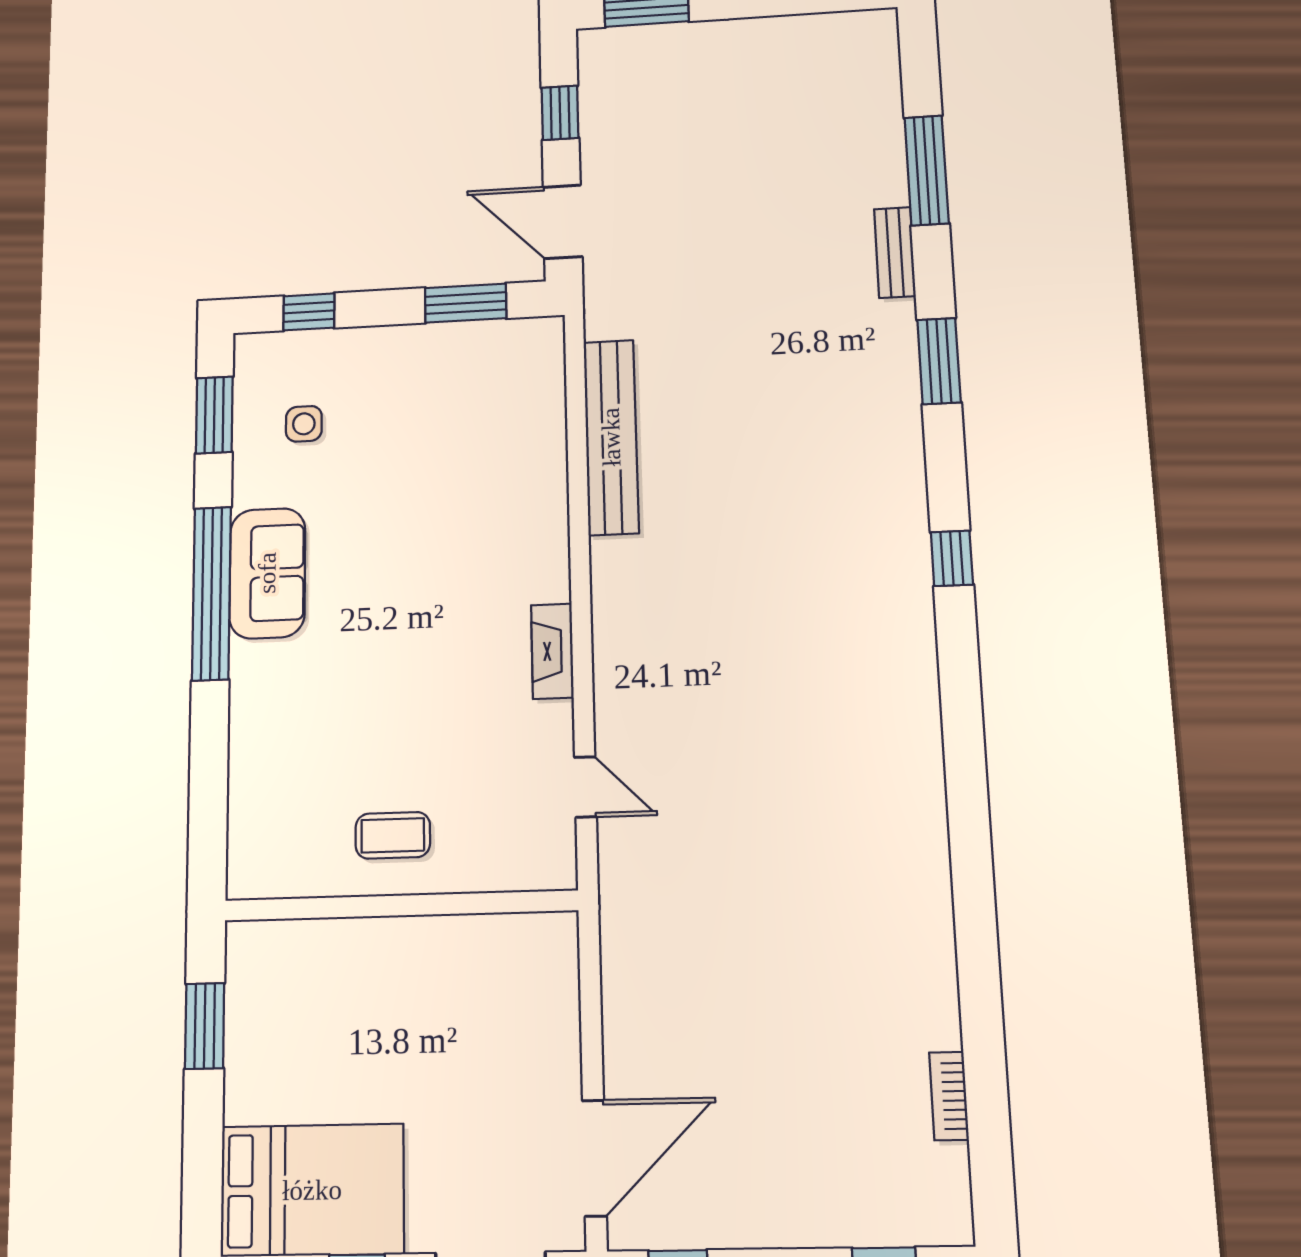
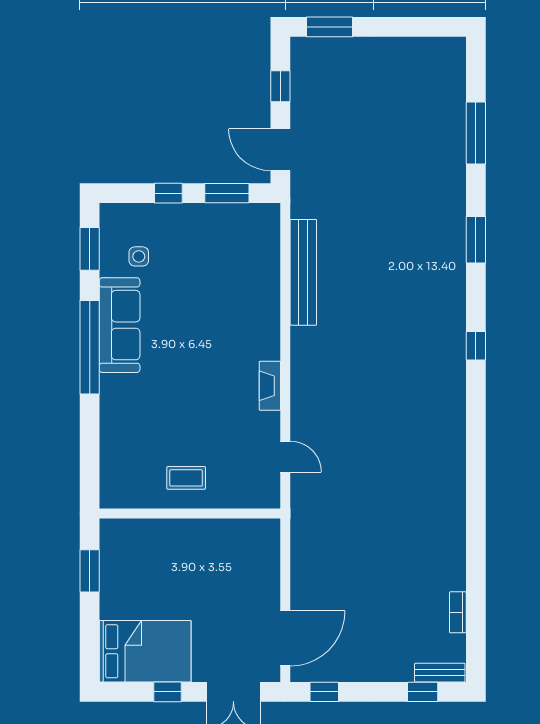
bench: (895, 252) -> (440, 673), moved, turned 90
window: (309, 312) -> (168, 193), moved
sofa: (267, 573) -> (120, 325), width x1.36

